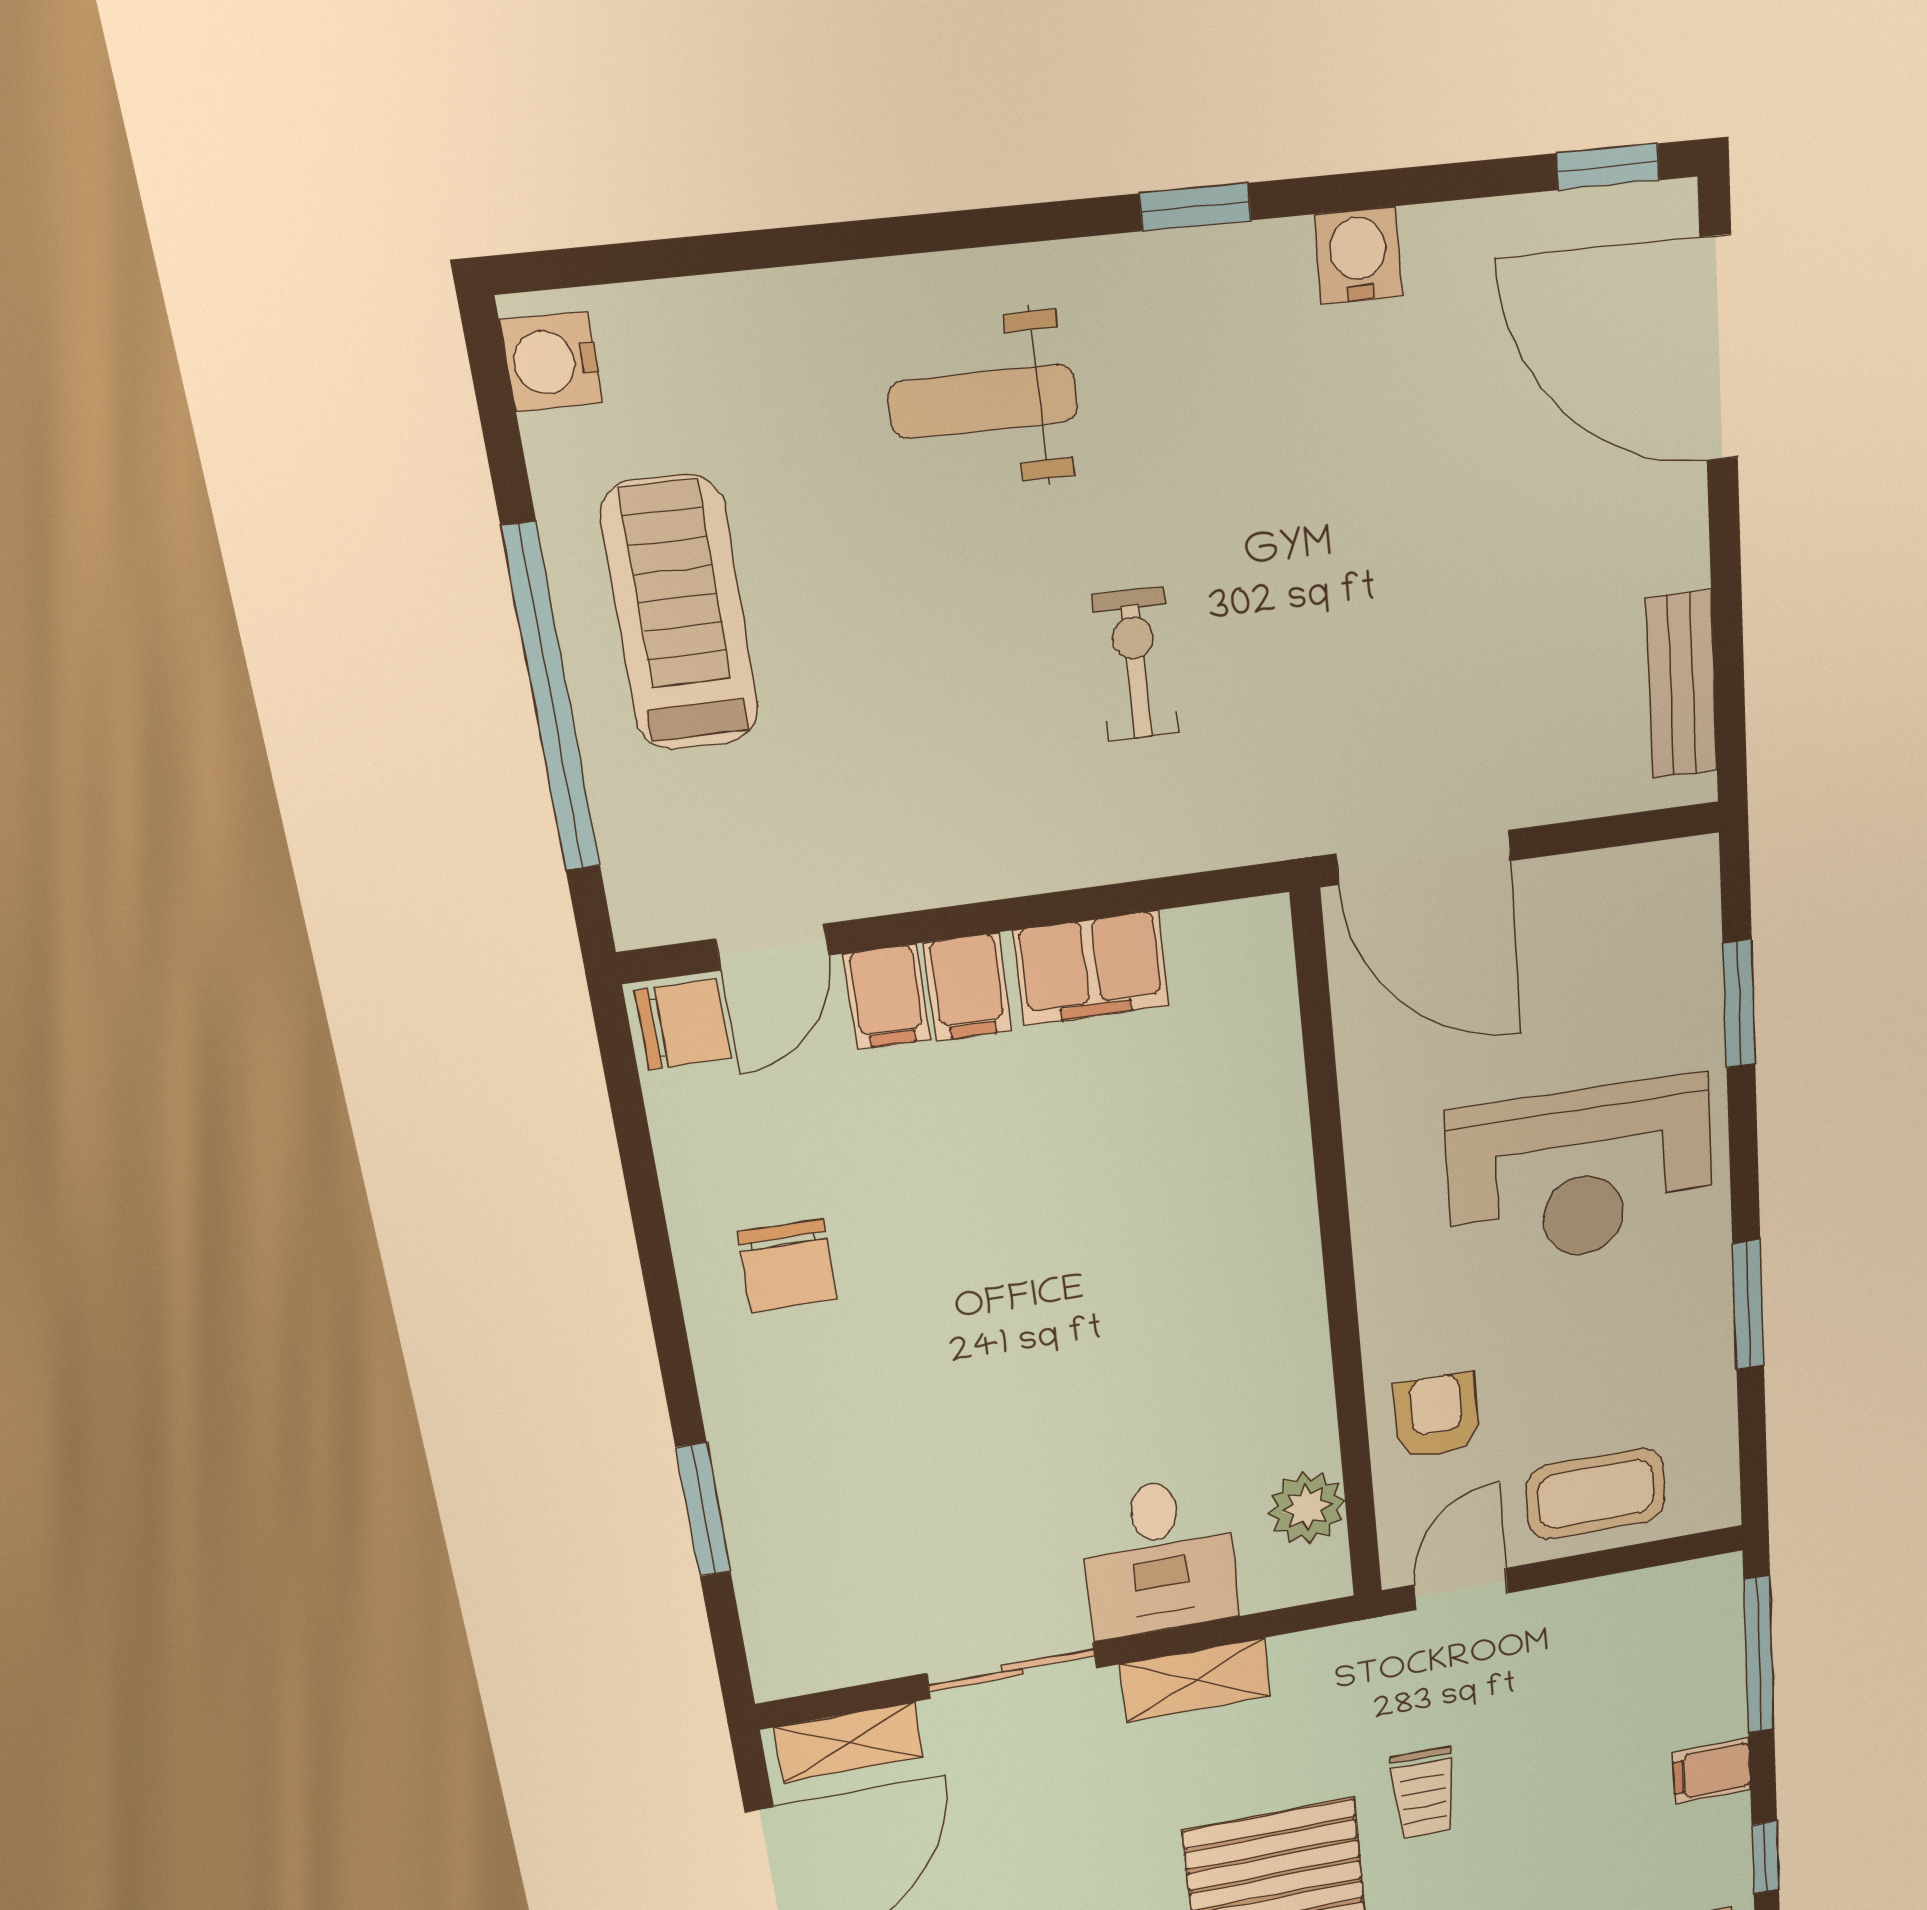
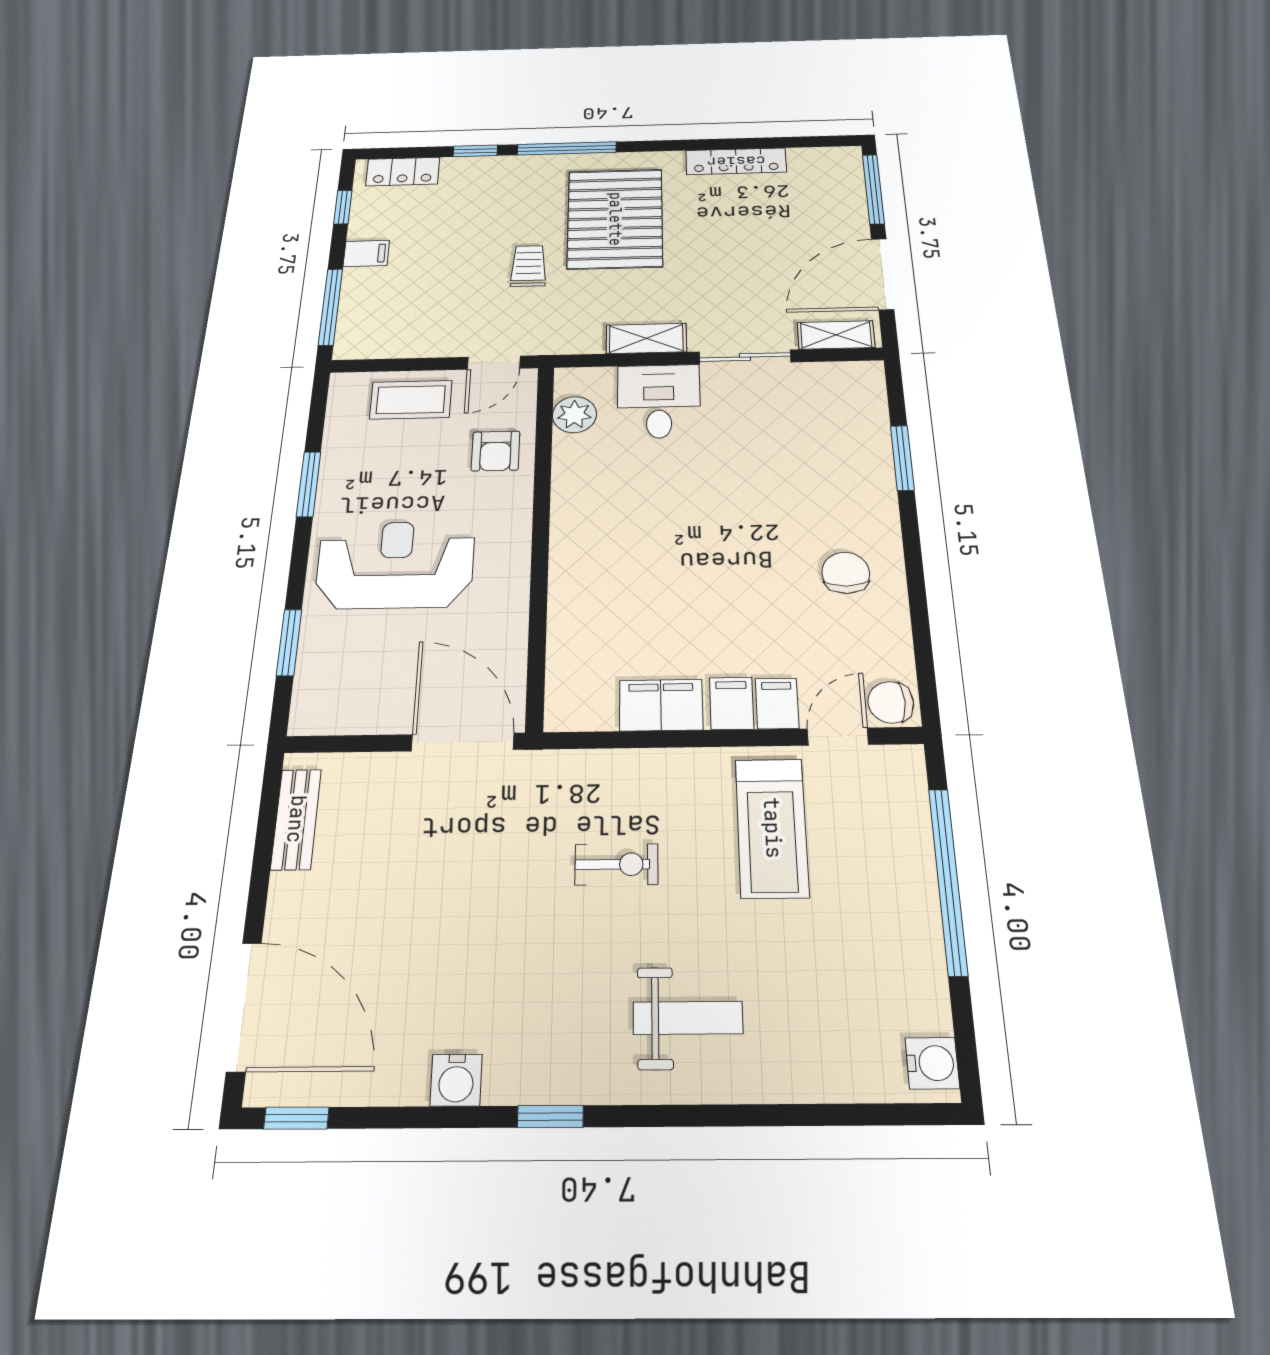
treadmill: (680, 614) -> (772, 828), moved
exercise bike: (1136, 664) -> (616, 864), turned -90

